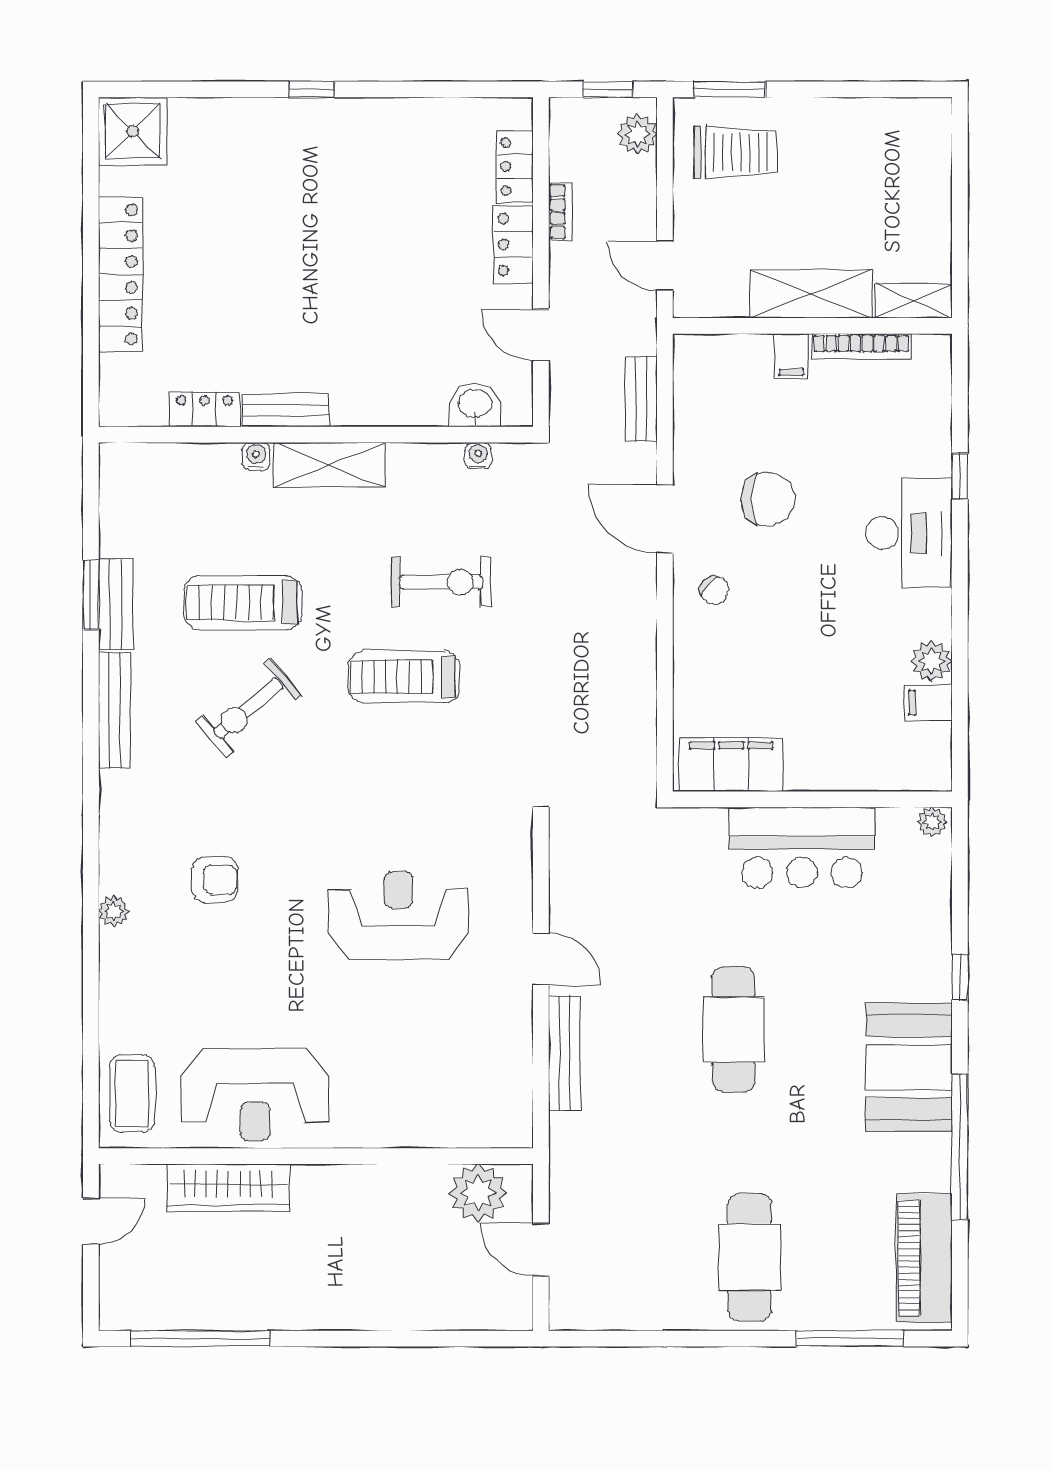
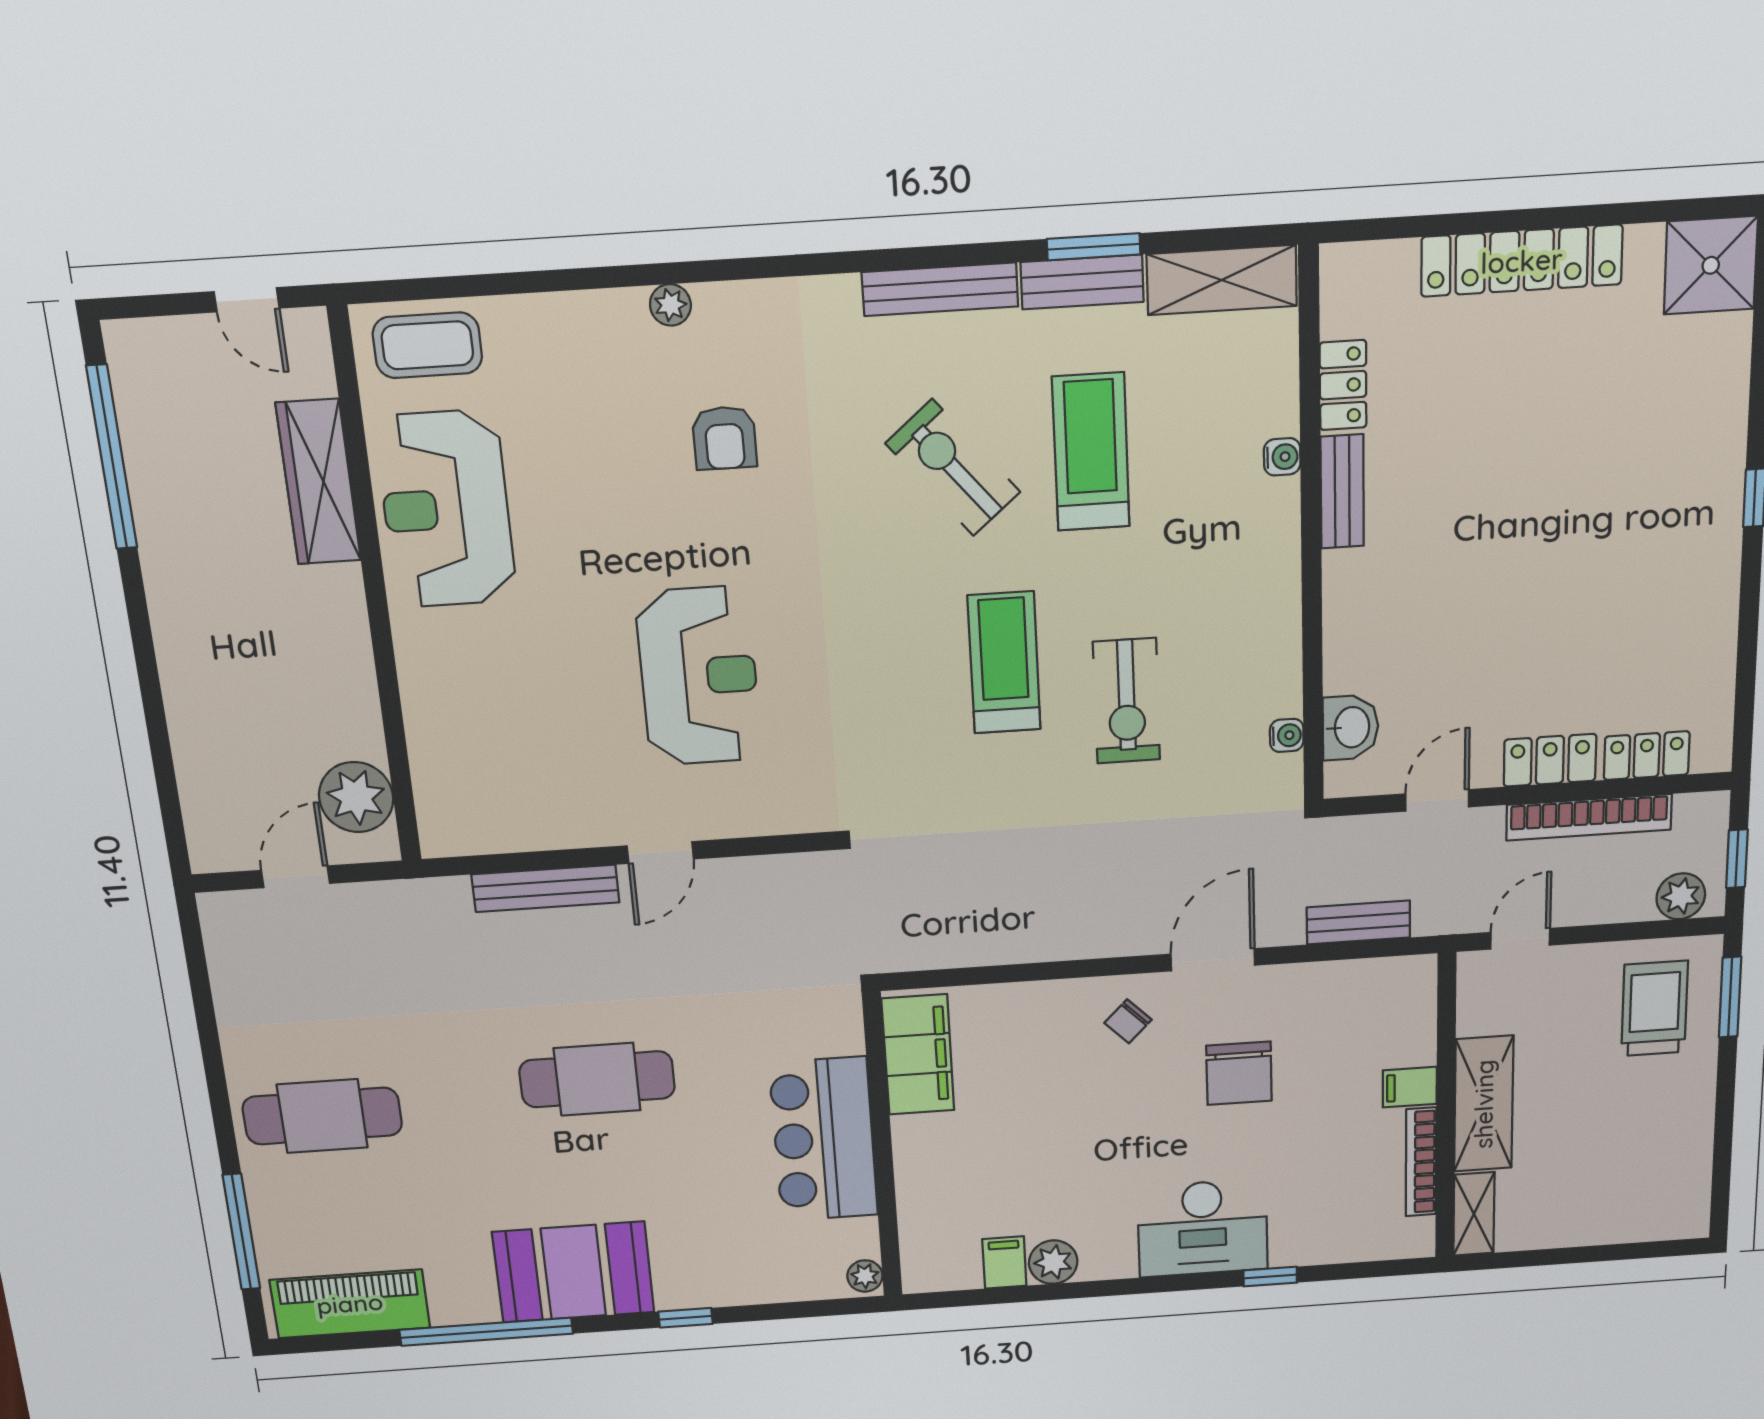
trolley: (735, 152) -> (1655, 1009), turned 180
bookcase: (560, 212) -> (1589, 817), width x2.31, depth x1.31
shelving: (329, 465) -> (1222, 280), moved, turned 90

